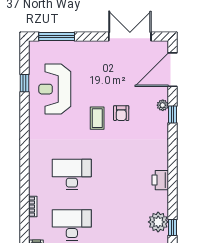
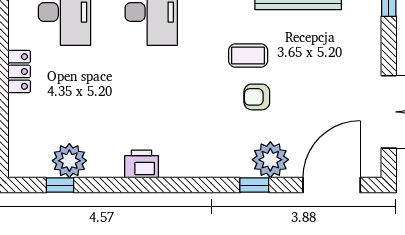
door: (172, 70) -> (332, 185), hinge flipped
plant: (163, 105) -> (270, 160), width x1.88, depth x1.88

